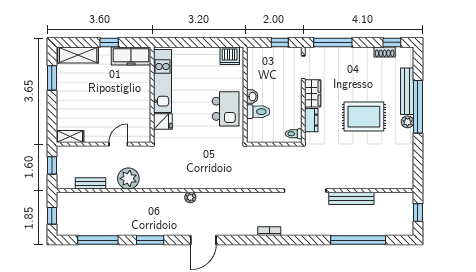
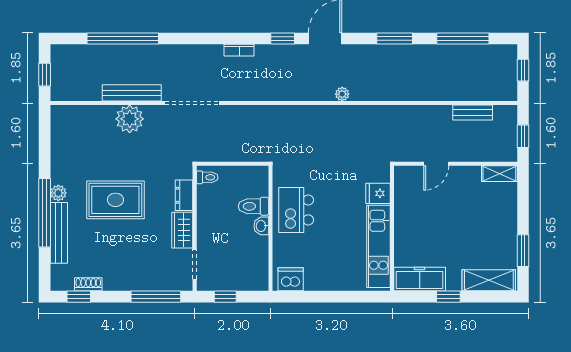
plant: (128, 179) -> (130, 119), moved
window: (236, 240) -> (283, 38), added

